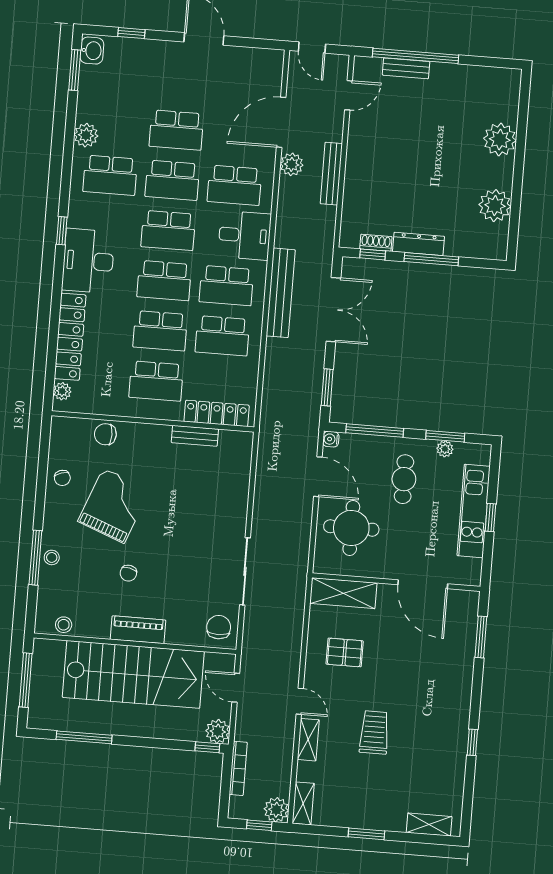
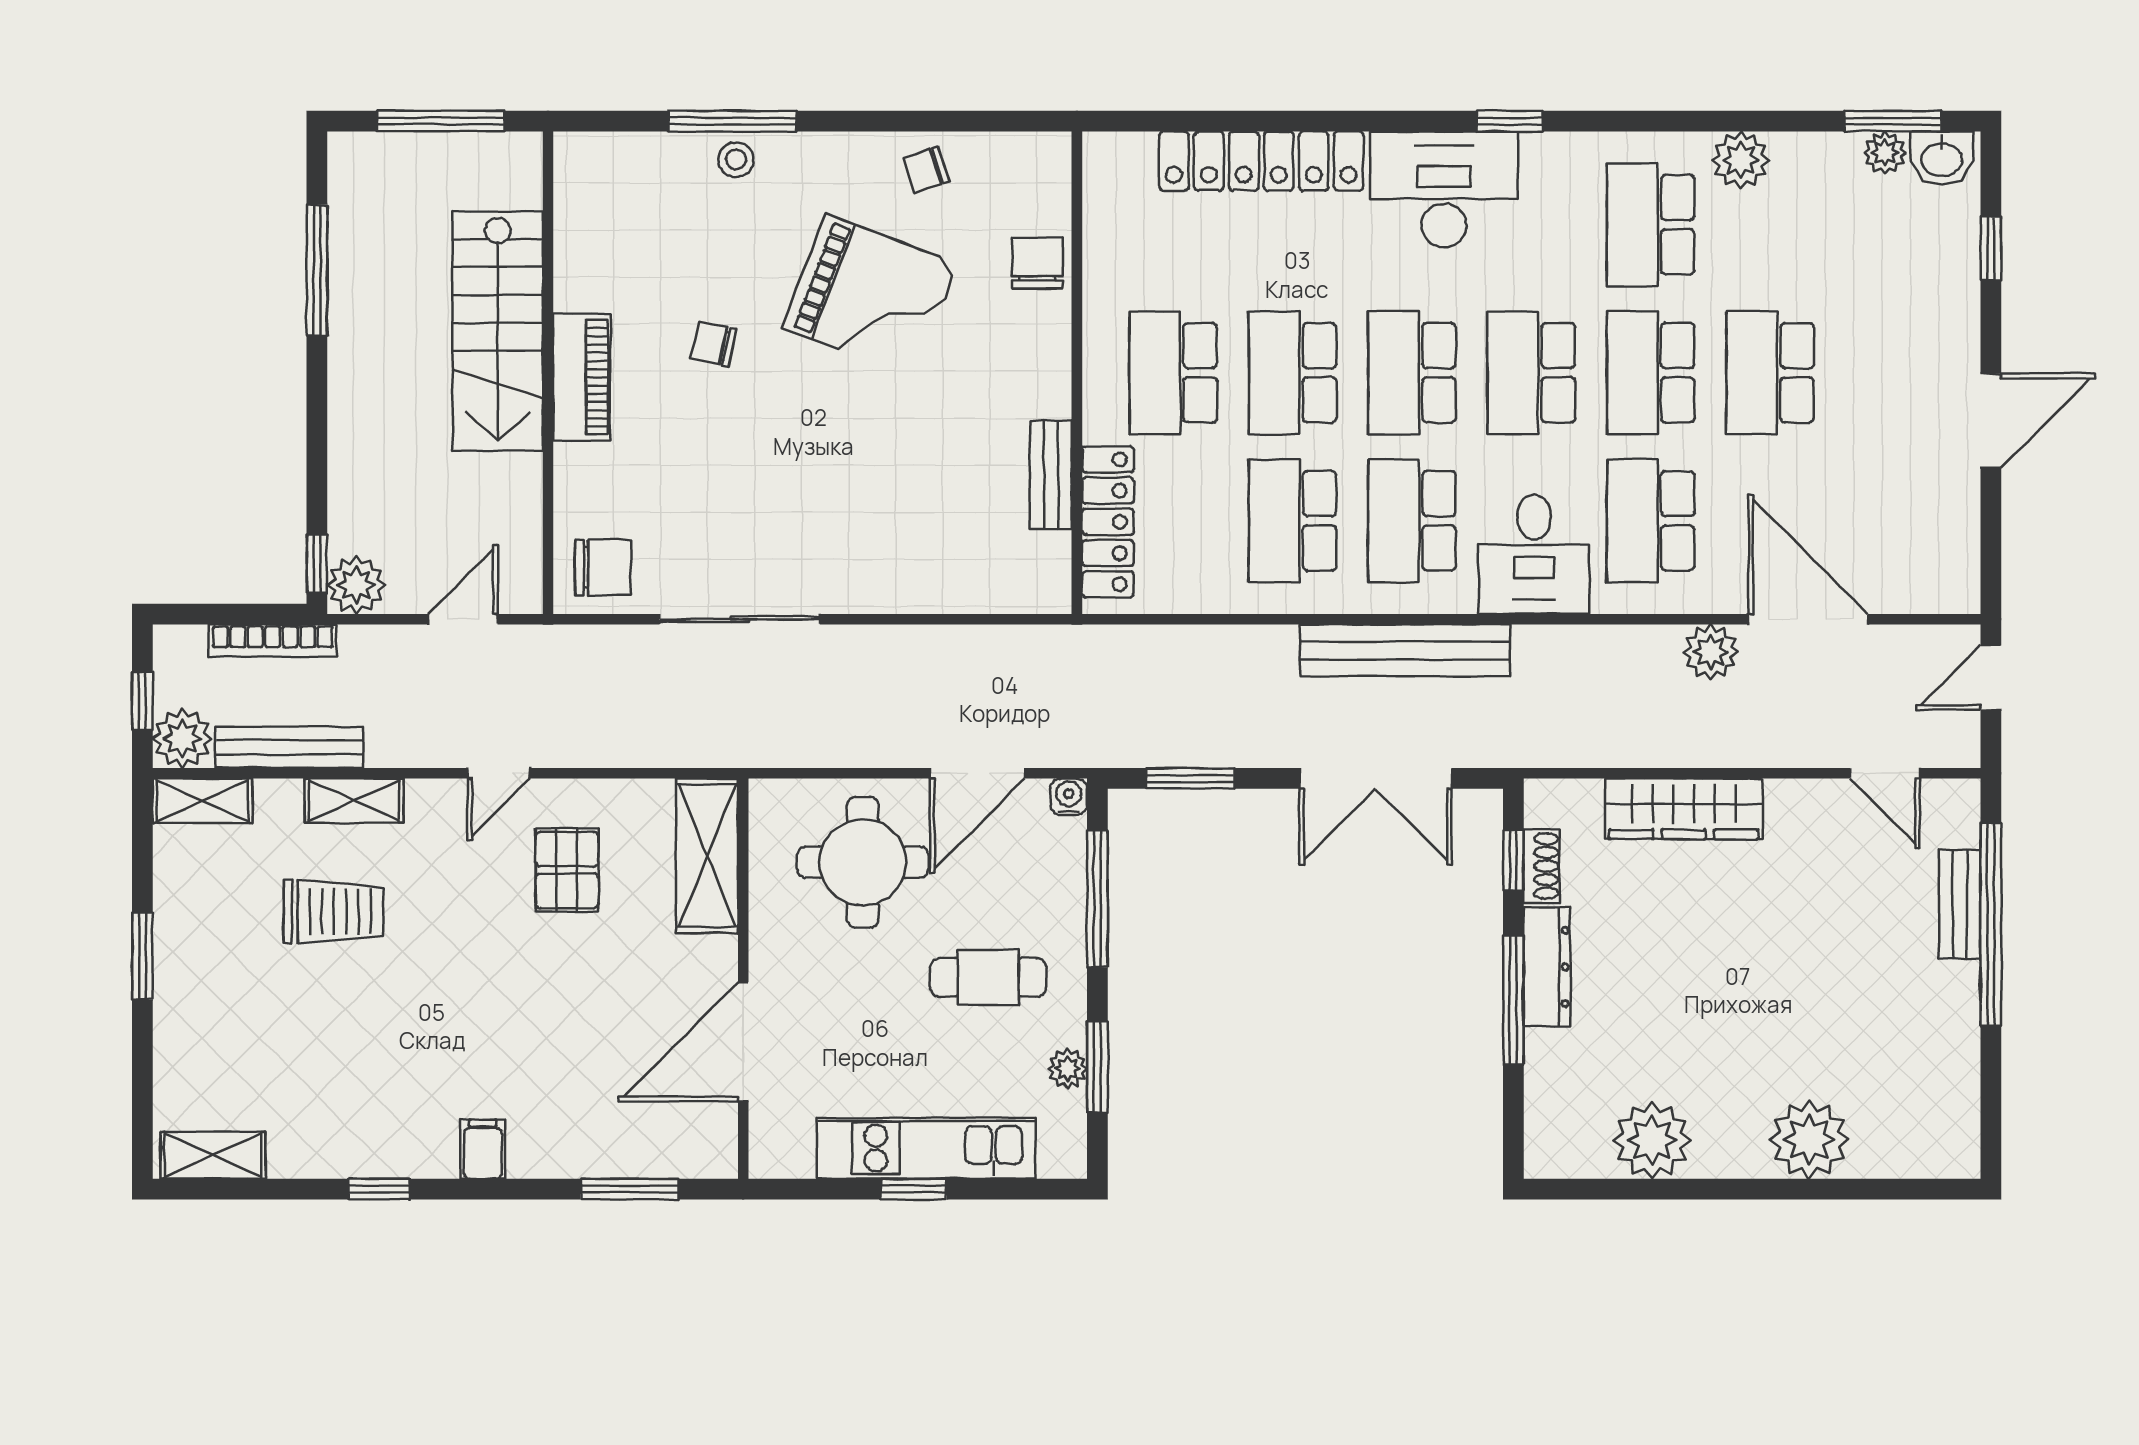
bench: (331, 174) -> (289, 748), moved
wardrobe: (357, 181) -> (1684, 809), added
plant: (62, 391) -> (1885, 153), moved
stool: (64, 625) -> (579, 200), removed
stairs: (133, 674) -> (498, 331), width x0.73, depth x0.66
filing cabinet: (459, 697) -> (483, 1149), added
door: (300, 701) -> (499, 773), moved
trolley: (374, 732) -> (333, 912), moved
shelving: (429, 825) -> (213, 1155), moved, turned 90

